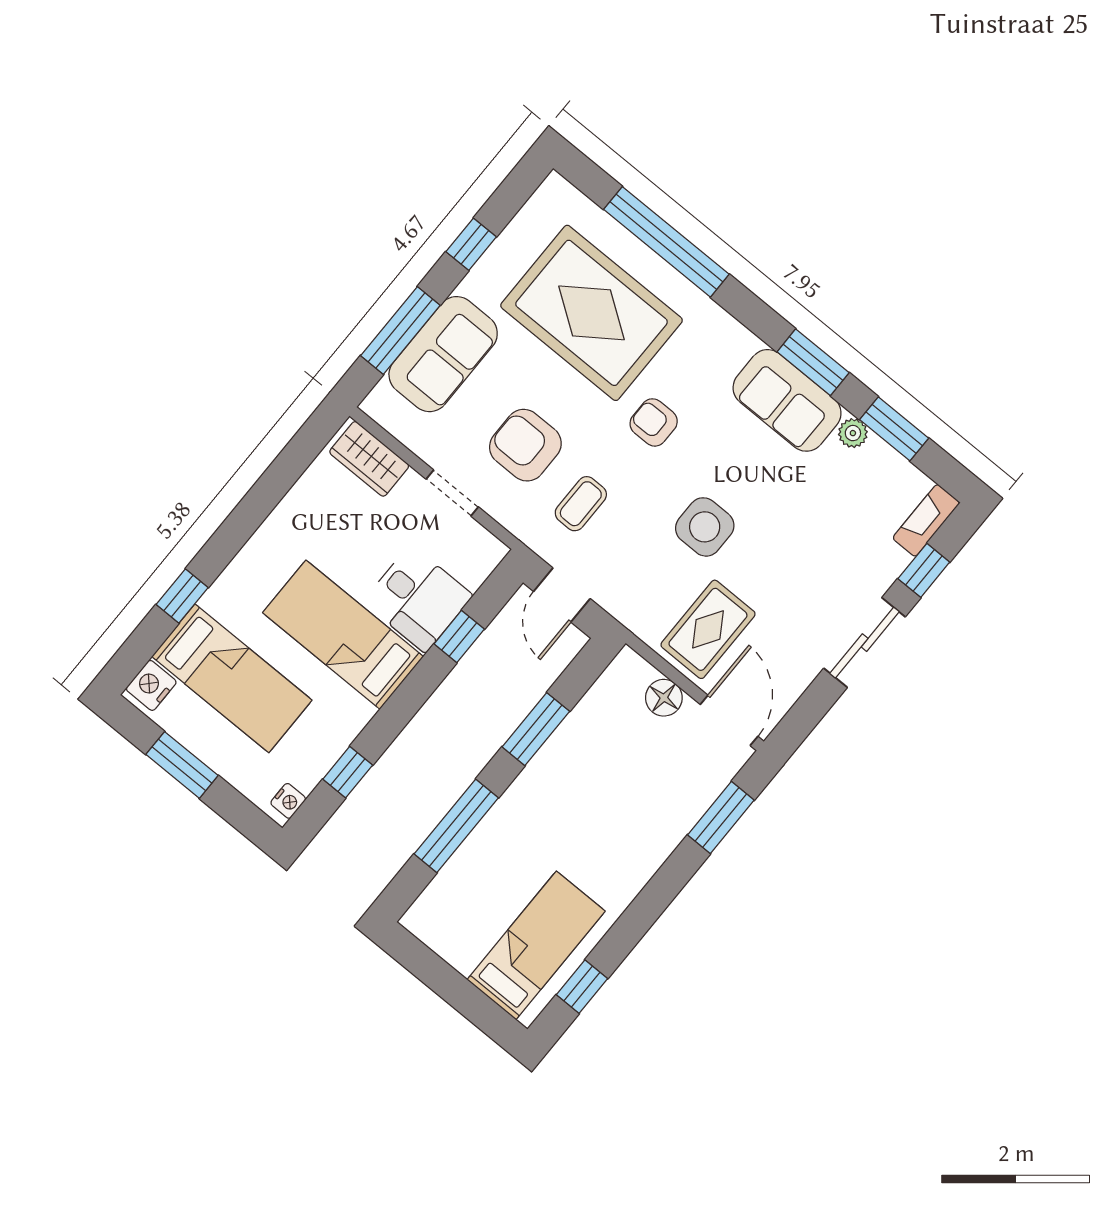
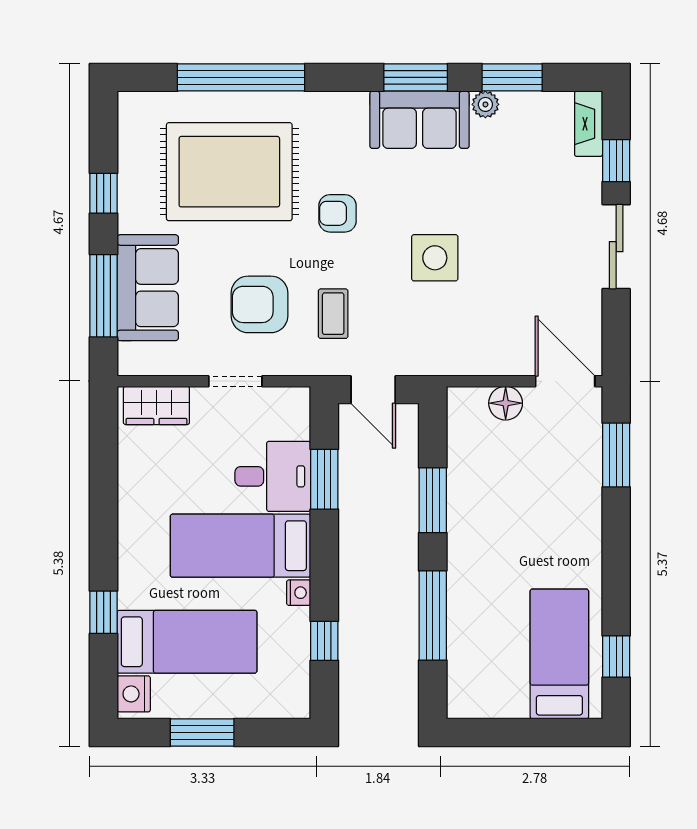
rug: (708, 629) -> (497, 329), removed
window: (459, 636) -> (324, 479), width x1.50
nightstand: (288, 801) -> (299, 593), moved

